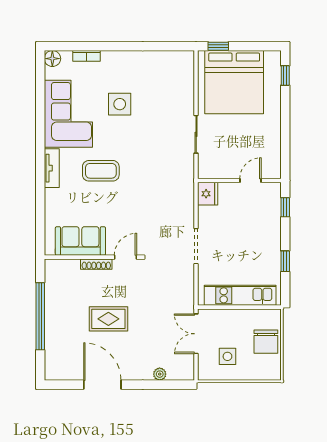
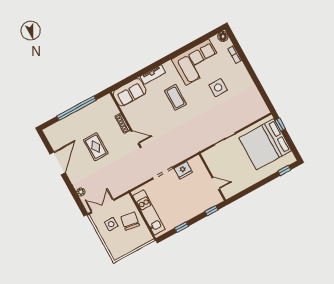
tv unit: (52, 168) -> (153, 75), moved
fridge: (208, 194) -> (183, 170), moved
sofa: (80, 241) -> (130, 92), moved, turned 90
double door: (196, 334) -> (103, 206), moved
chair: (266, 342) -> (130, 221), moved, turned 99

